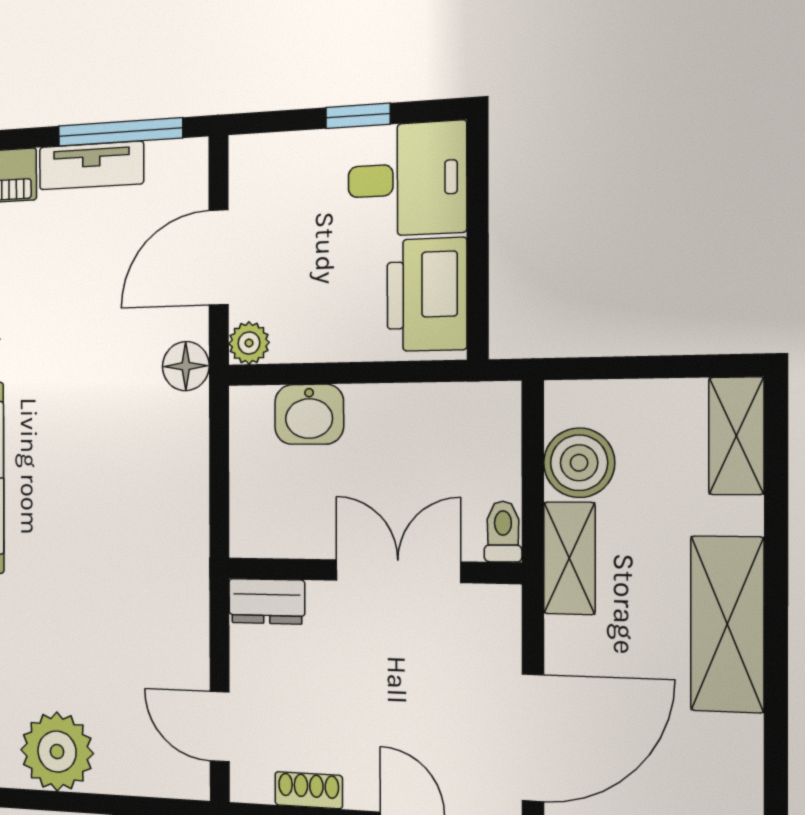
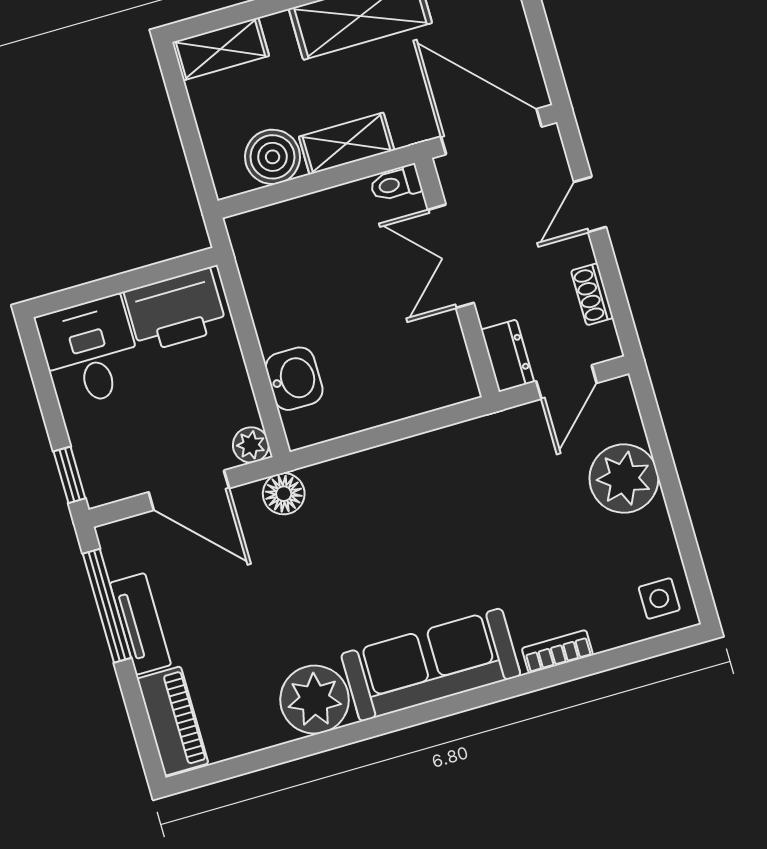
window: (358, 116) -> (69, 475), moved
toilet: (503, 532) -> (396, 184), moved
wall: (371, 571) -> (457, 277), moved
double door: (398, 571) -> (451, 256), moved
dresser: (267, 601) -> (508, 356), moved
plant: (57, 752) -> (624, 479), moved

